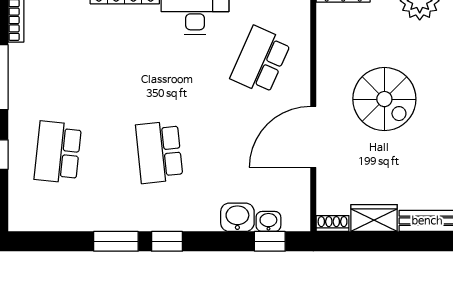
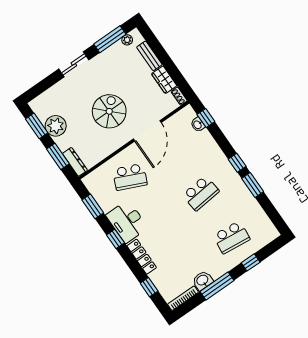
door: (313, 137) -> (147, 131), hinge flipped
washbasin: (237, 217) -> (203, 280), moved, turned 90

